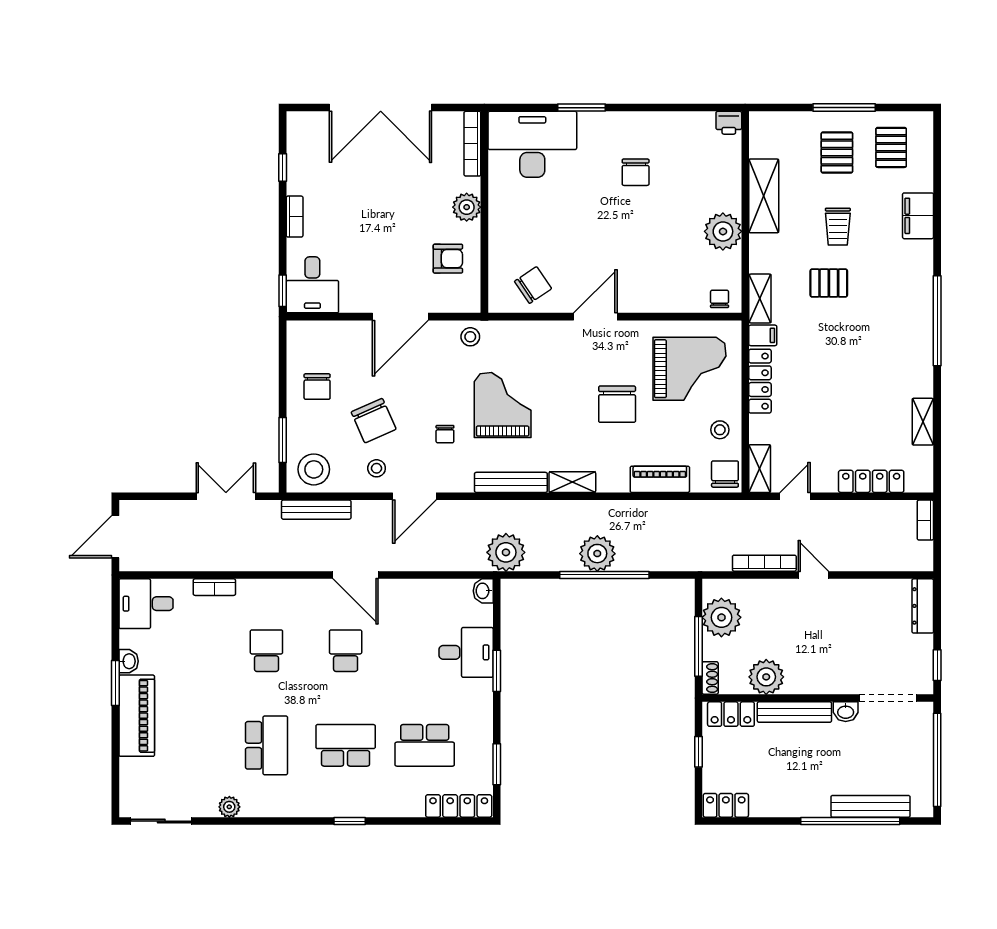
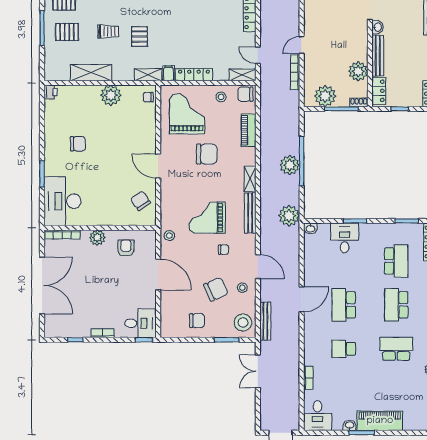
school desk: (346, 651) -> (344, 305), width x1.85

